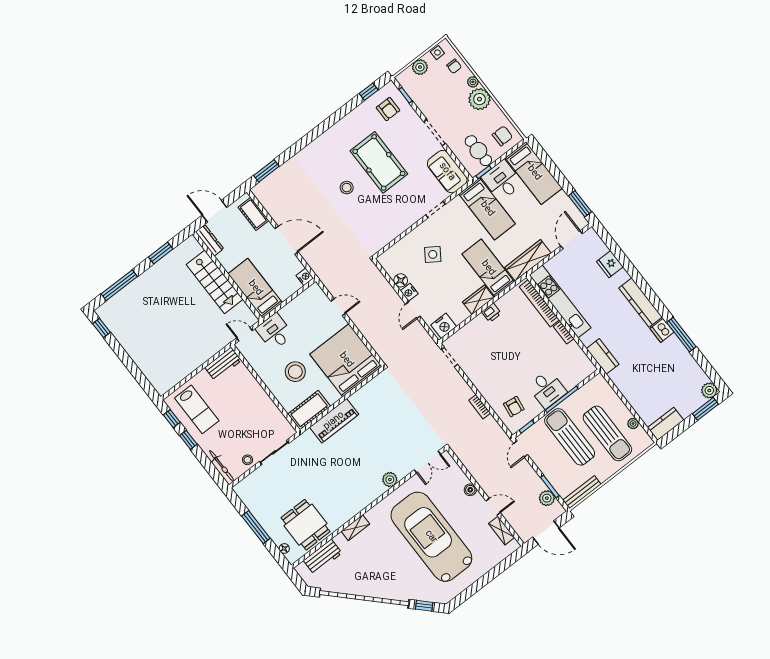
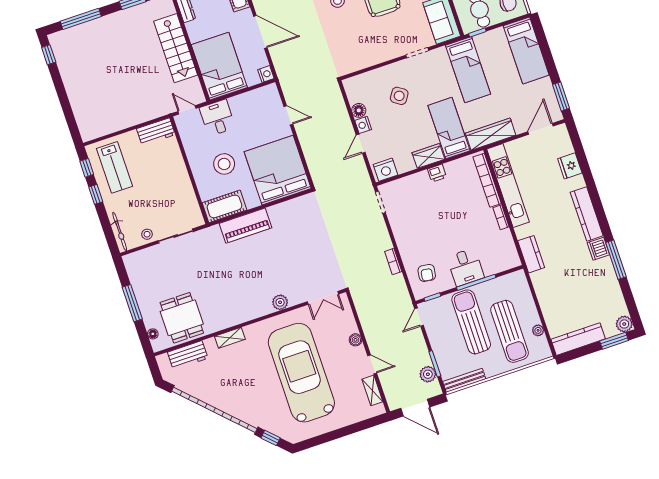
desk: (502, 181) -> (493, 47), removed
bed: (255, 288) -> (219, 66), width x1.50
kitchen counter: (666, 424) -> (578, 339), width x1.50

